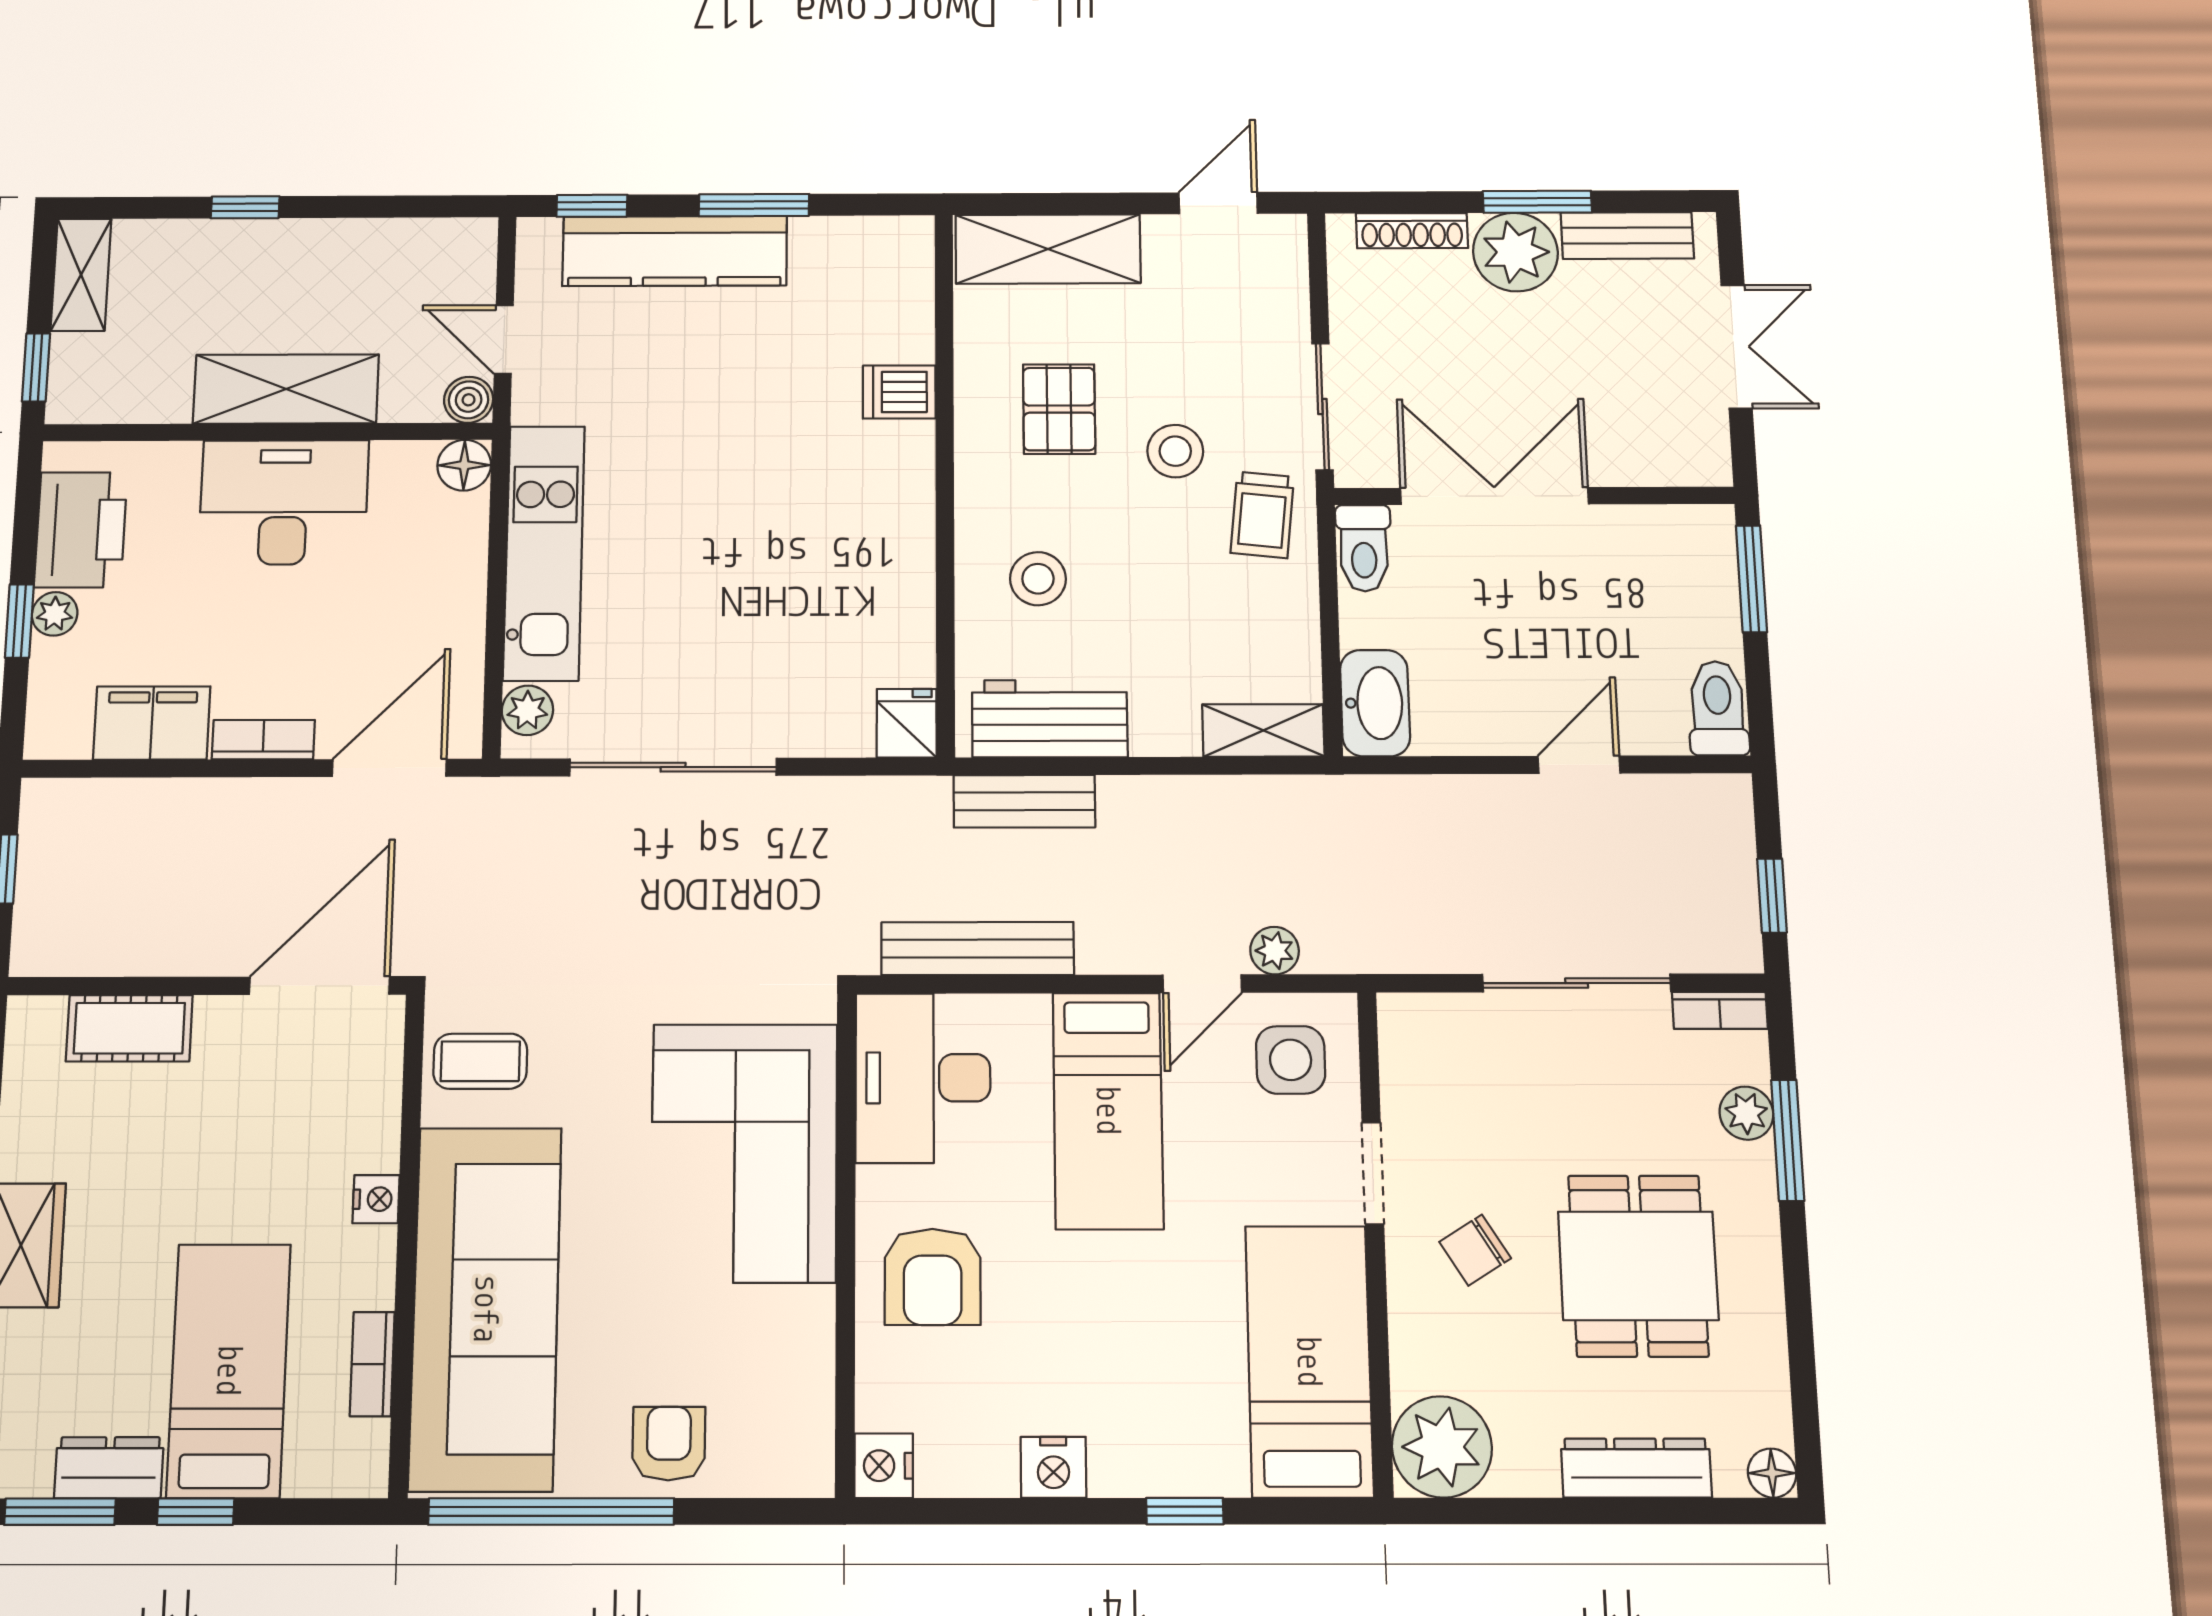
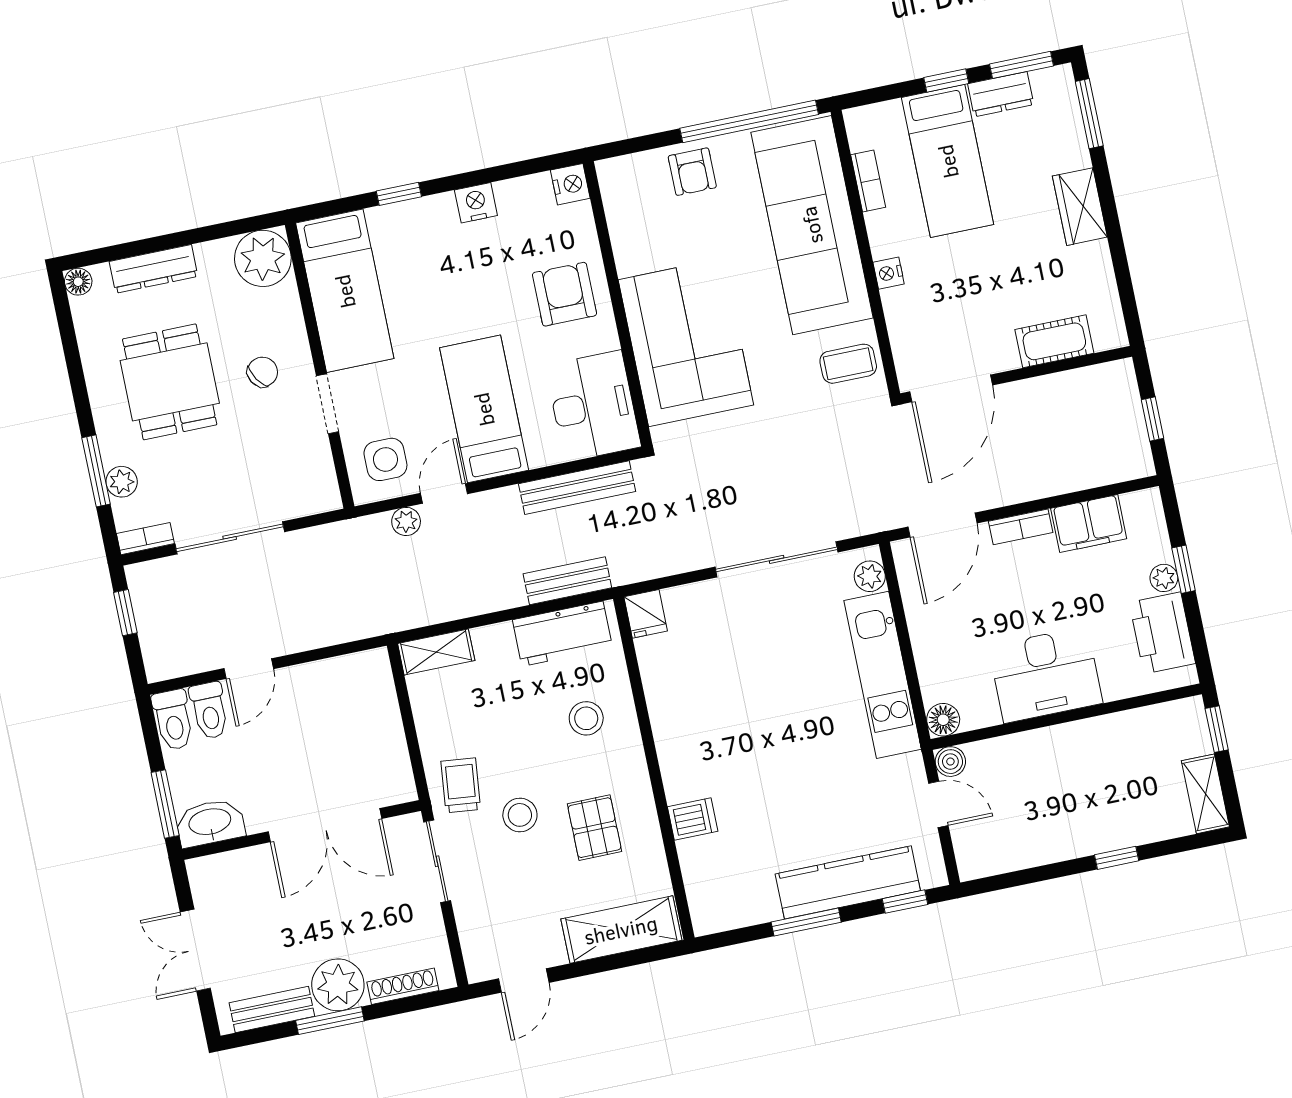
shelving: (286, 389) -> (1062, 746), removed
toilet: (1364, 548) -> (209, 710), moved, turned 180
washbasin: (1375, 703) -> (210, 823), moved, turned 90

